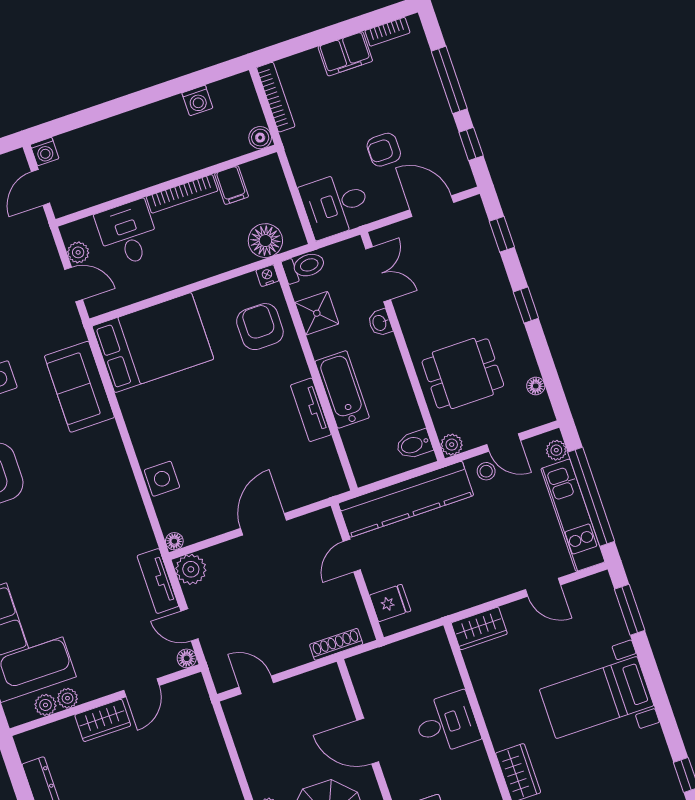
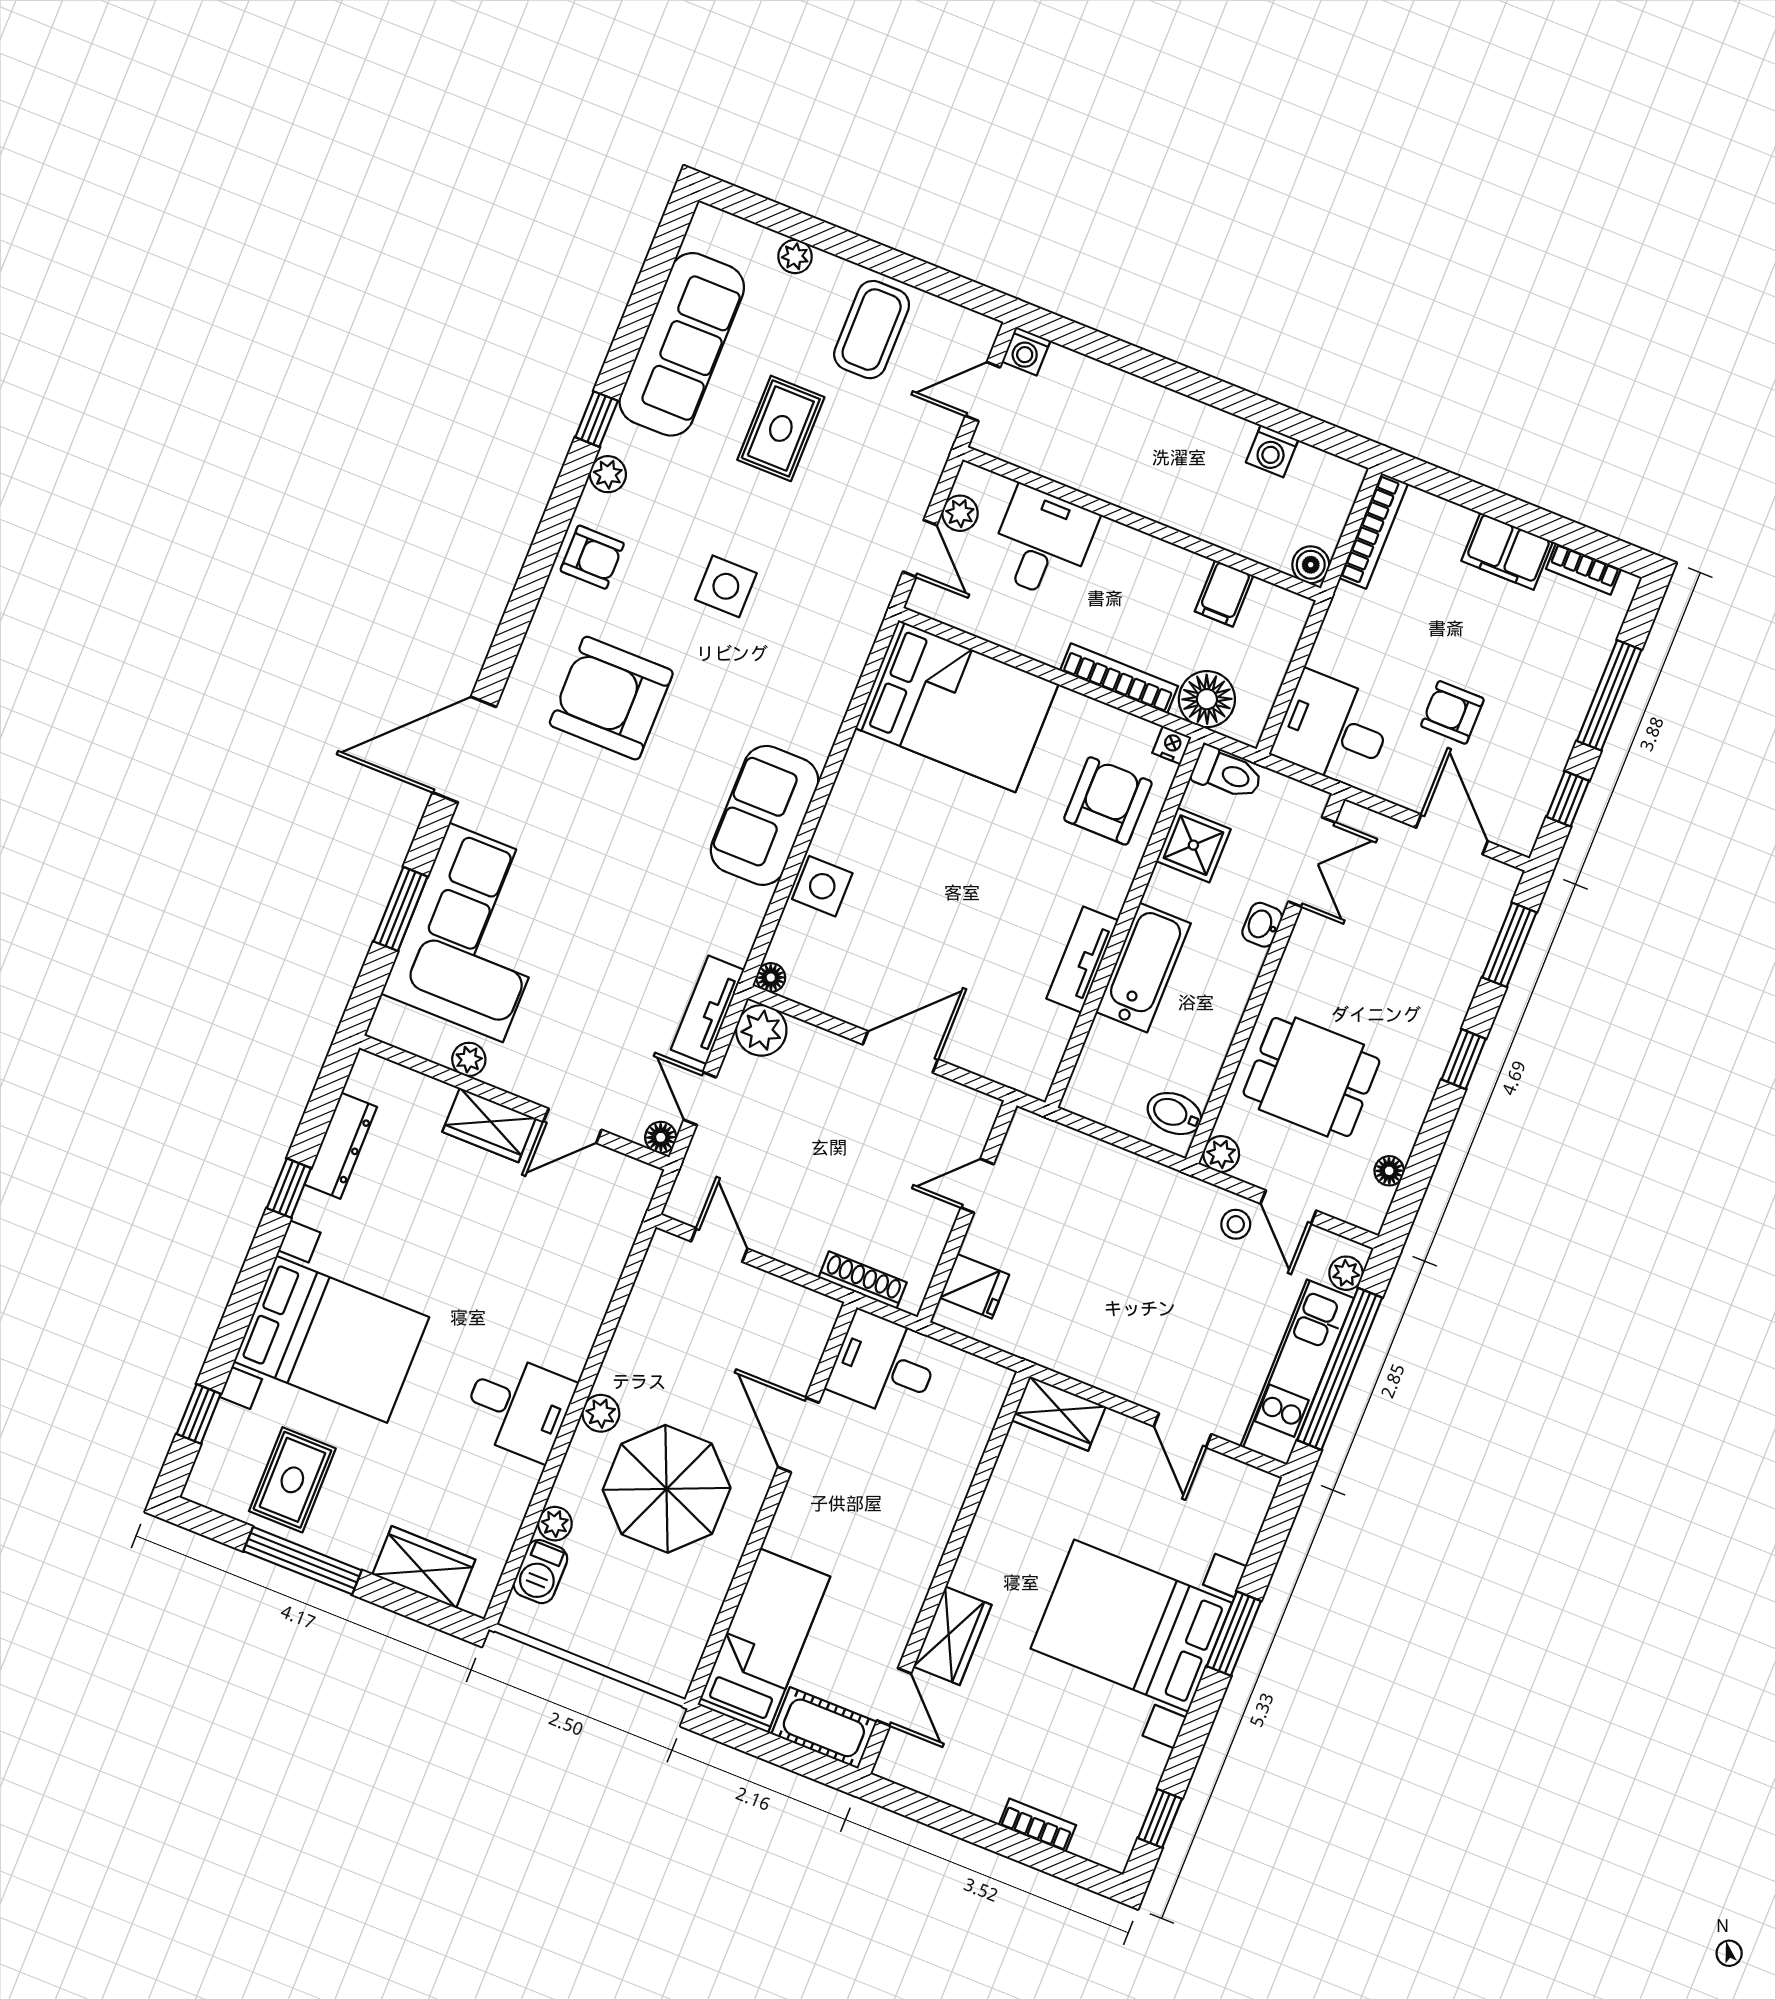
bookcase: (182, 194) -> (1119, 678), moved, turned 180
window: (502, 234) -> (1509, 945), width x1.50
sofa: (79, 387) -> (765, 815), moved
kitchen counter: (406, 499) -> (1105, 1173), removed
window: (630, 610) -> (1234, 1634), moved
bed with nightstands: (597, 698) -> (1131, 1626), width x1.36
plant: (45, 705) -> (434, 1044), removed
desk: (446, 723) -> (884, 1365), moved, turned 180

